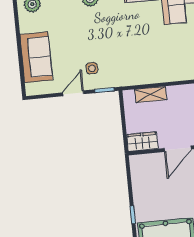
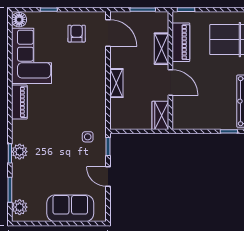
side table: (92, 68) -> (88, 137), moved
shelving: (151, 95) -> (116, 83), moved

